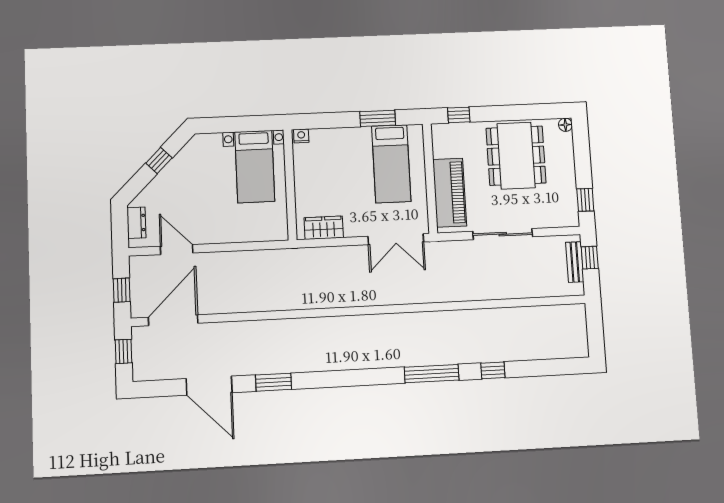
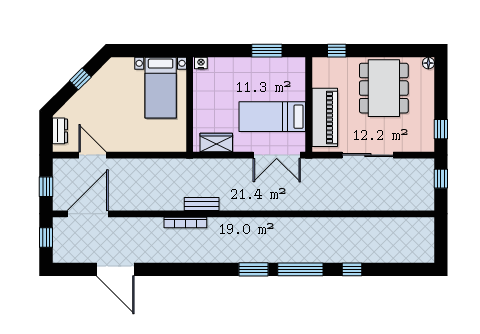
bed: (391, 164) -> (272, 117), moved, turned 90
bench: (575, 262) -> (202, 204), moved, turned 90
bookcase: (291, 325) -> (185, 223), added
window: (274, 382) -> (254, 269), moved

